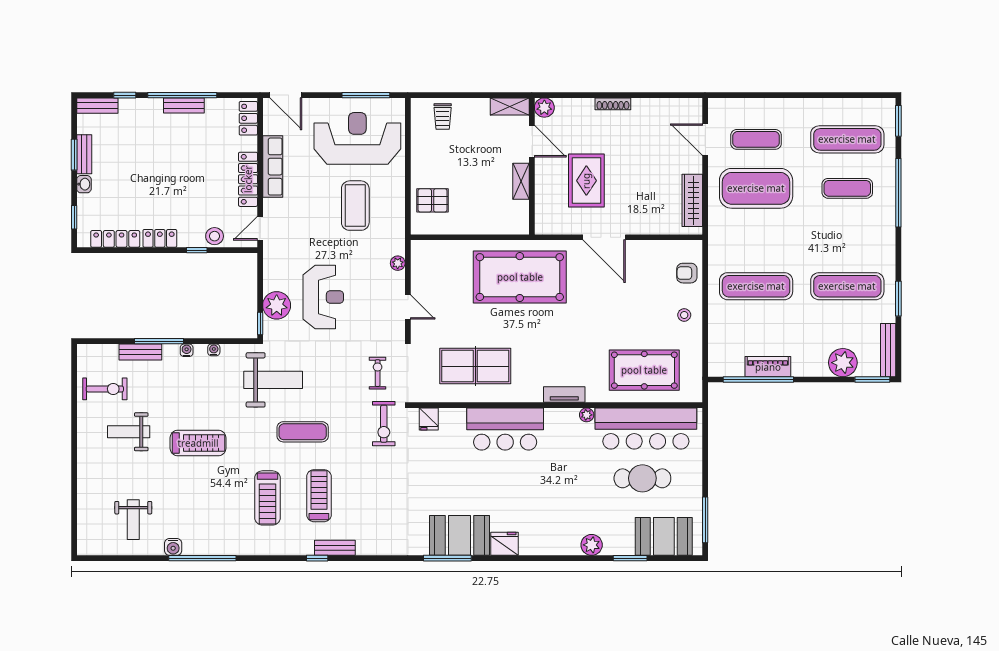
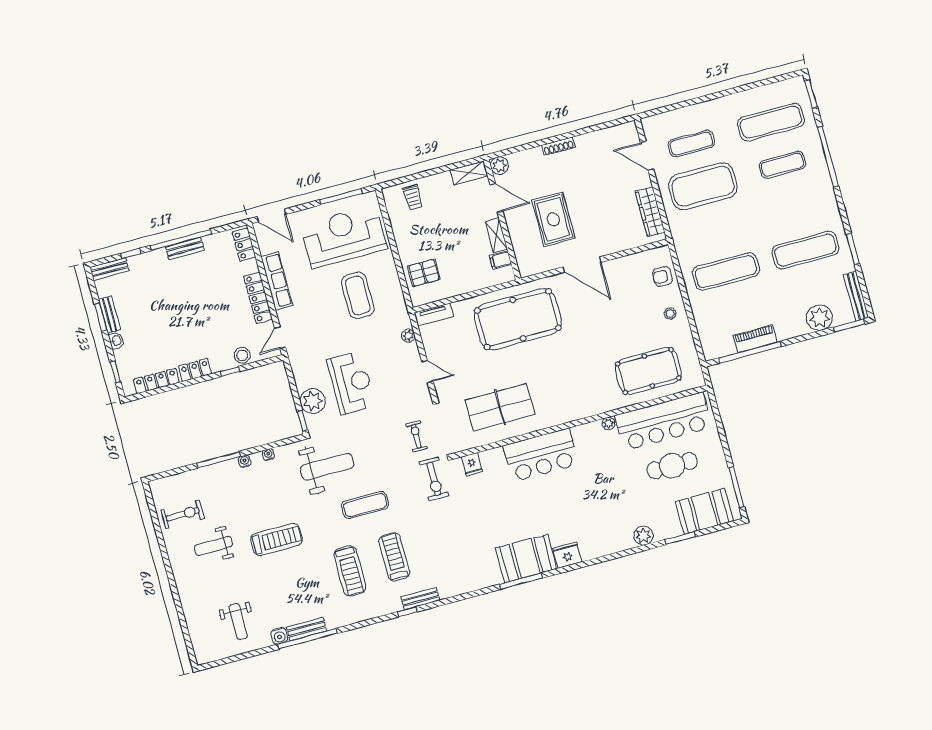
filing cabinet: (518, 209) -> (500, 260), added
bench: (140, 352) -> (307, 629), moved
tv unit: (564, 394) -> (434, 315), moved, turned 180

